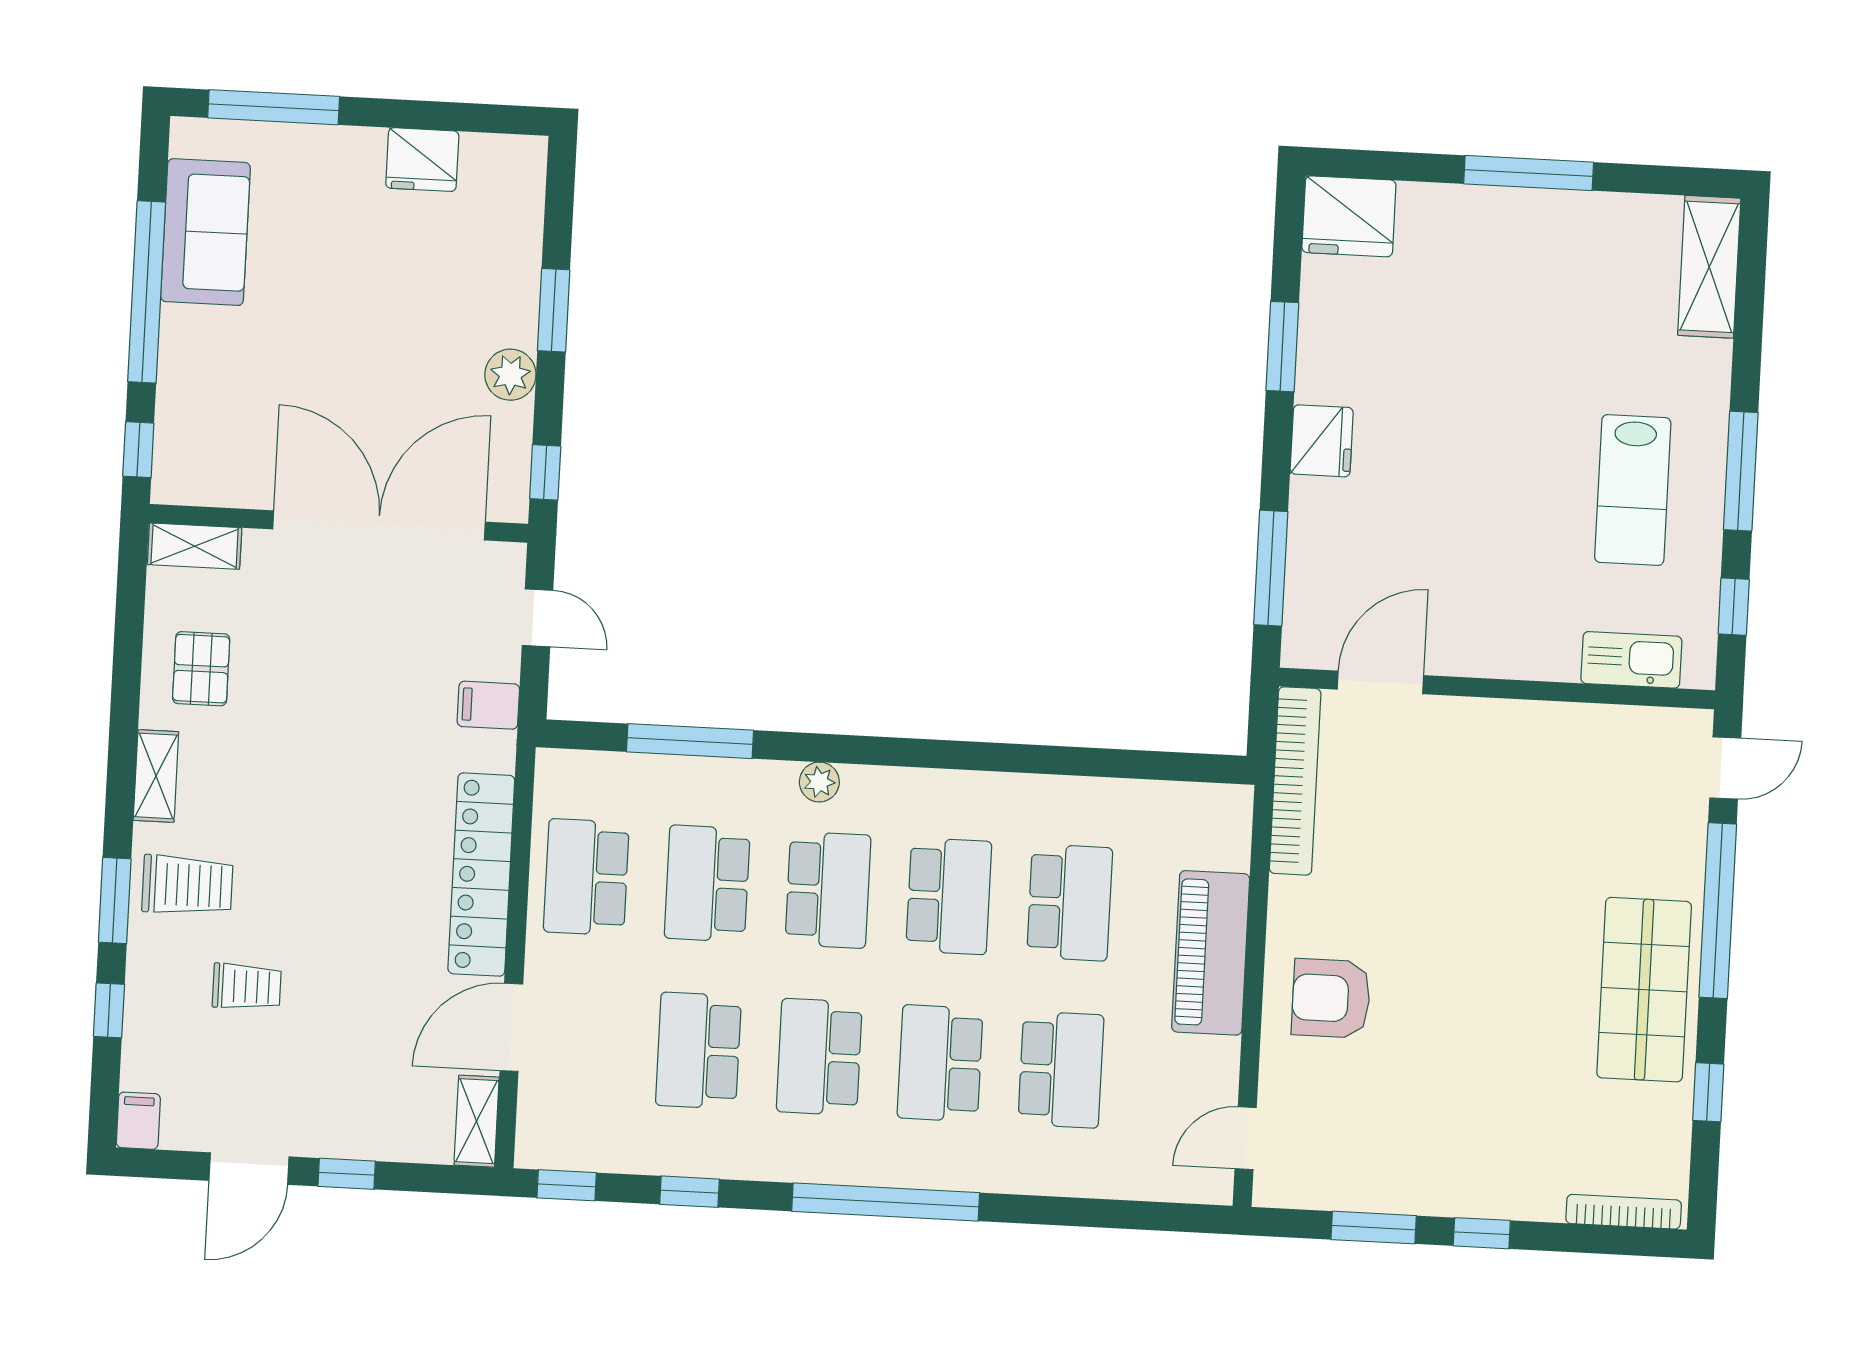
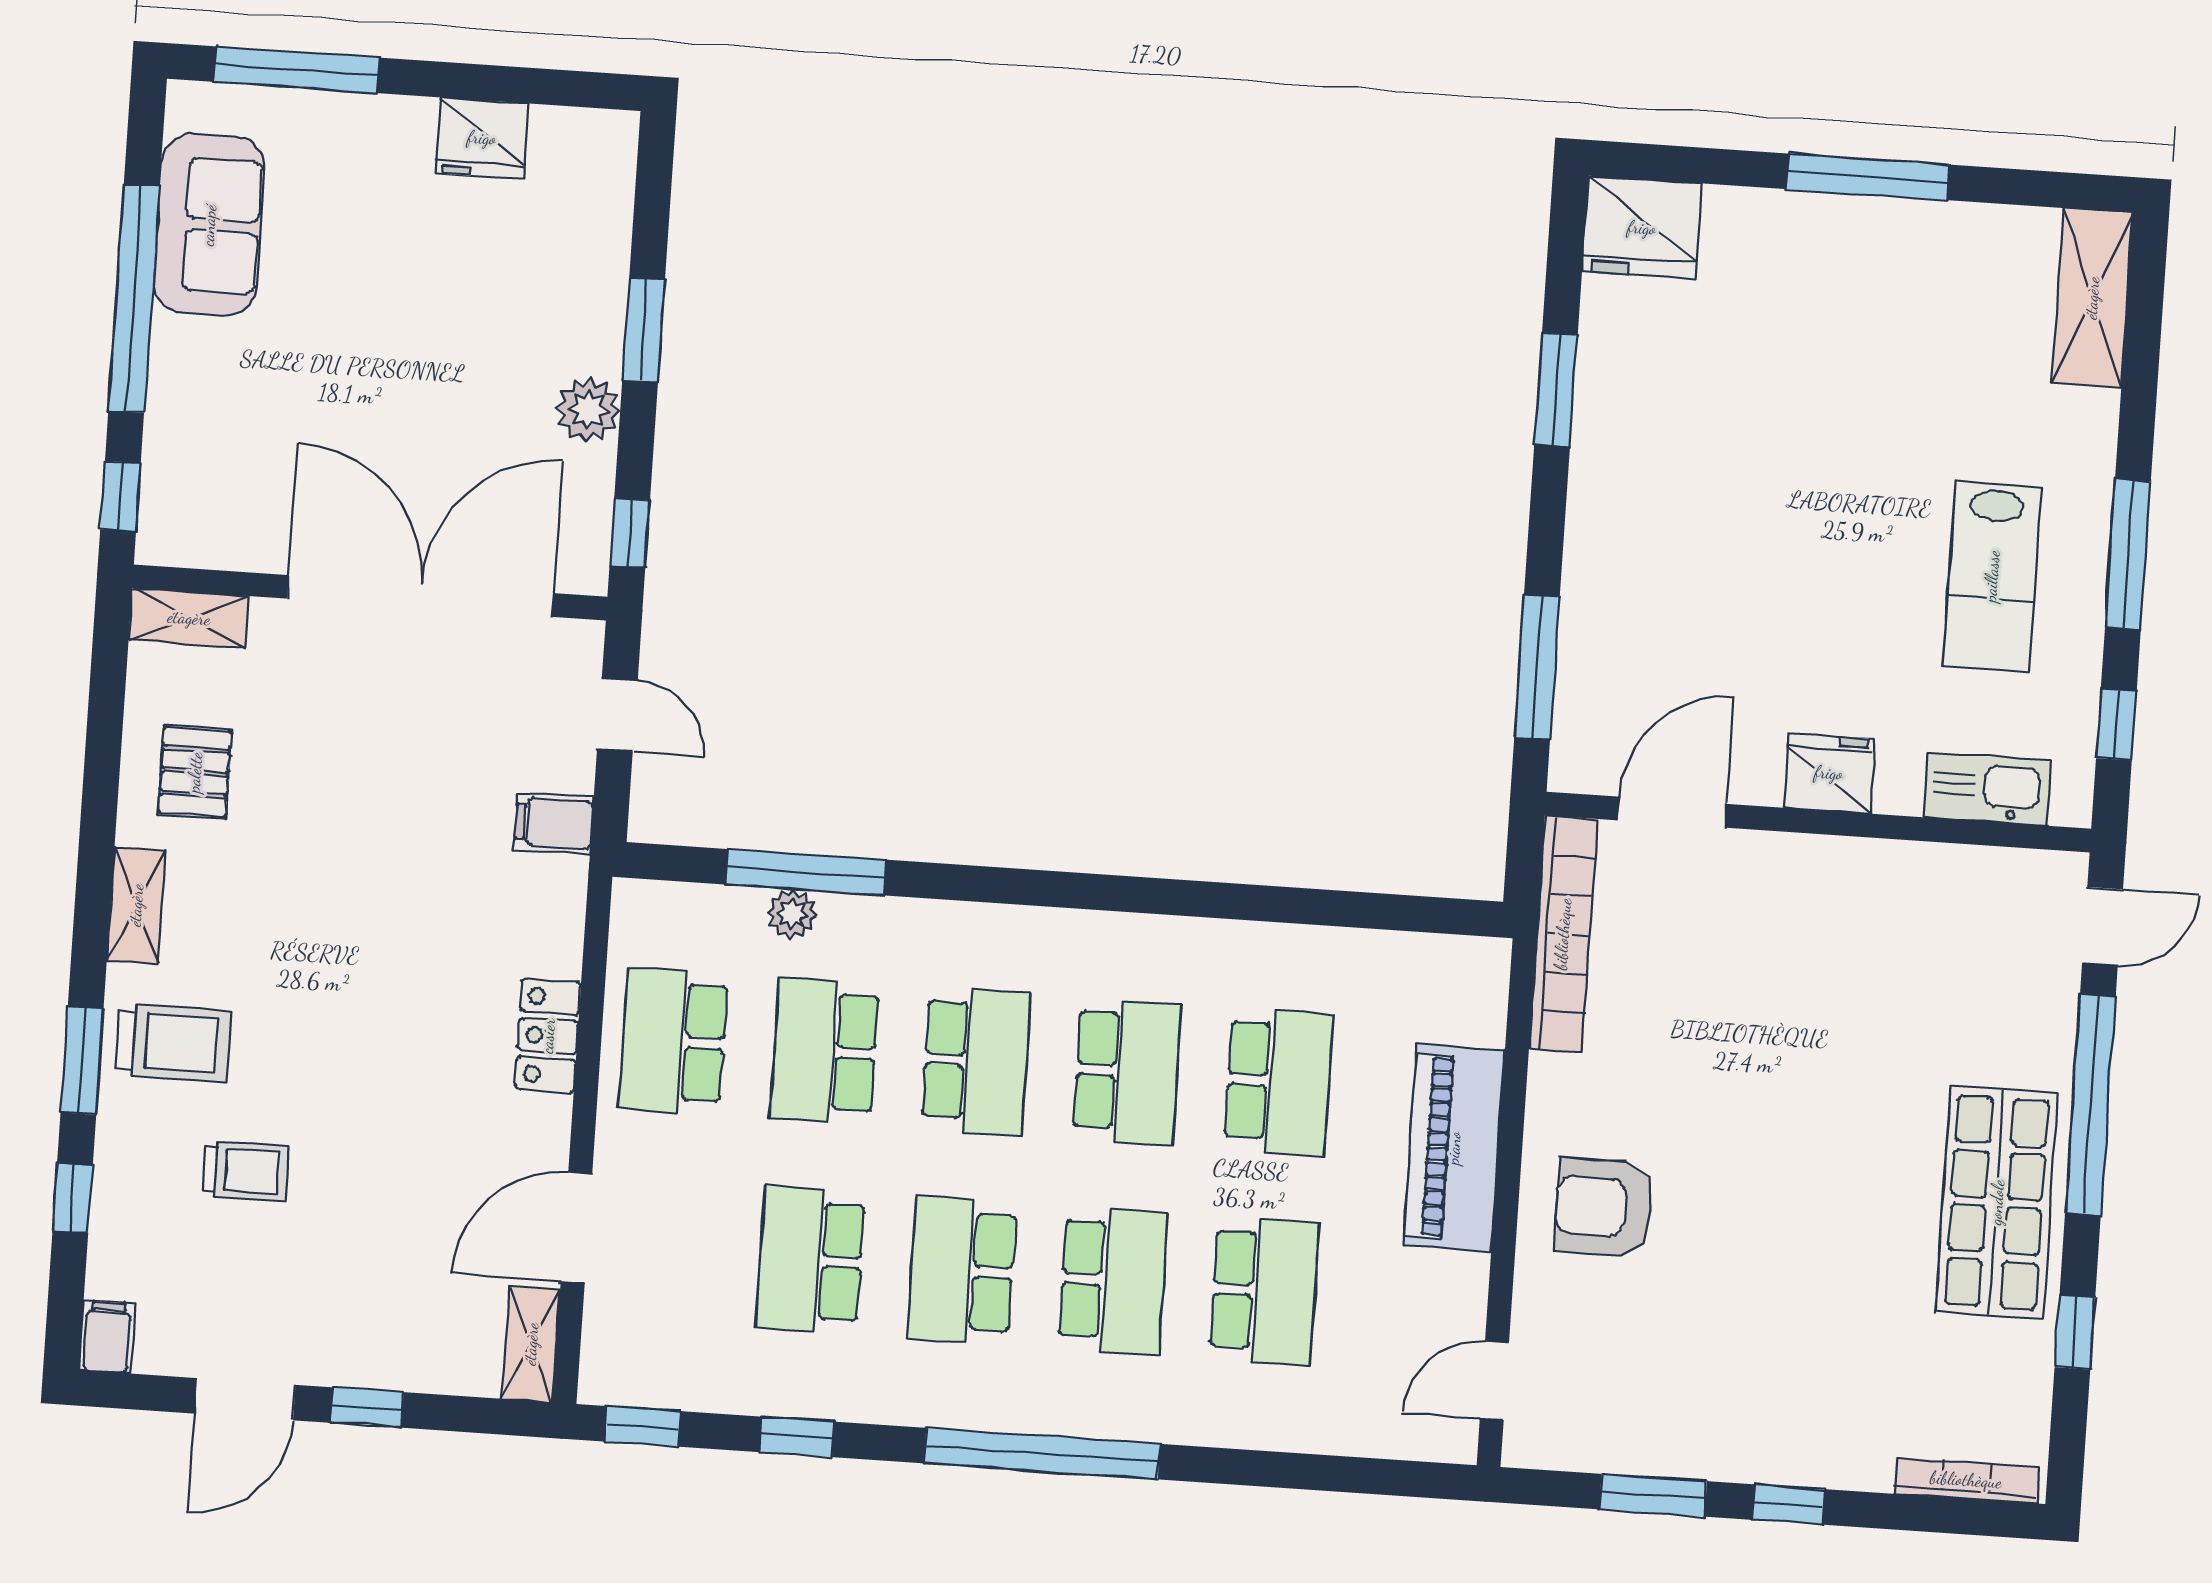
fridge: (1322, 441) -> (1829, 773), moved, turned -90
plant: (819, 782) -> (792, 914), moved
locker: (481, 875) -> (548, 1036), width x0.46, depth x0.83
school desk: (940, 1063) -> (1113, 1281), turned 180

